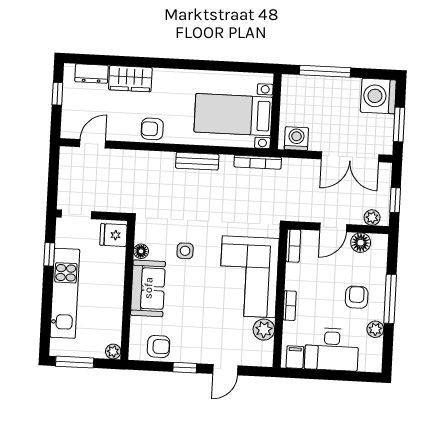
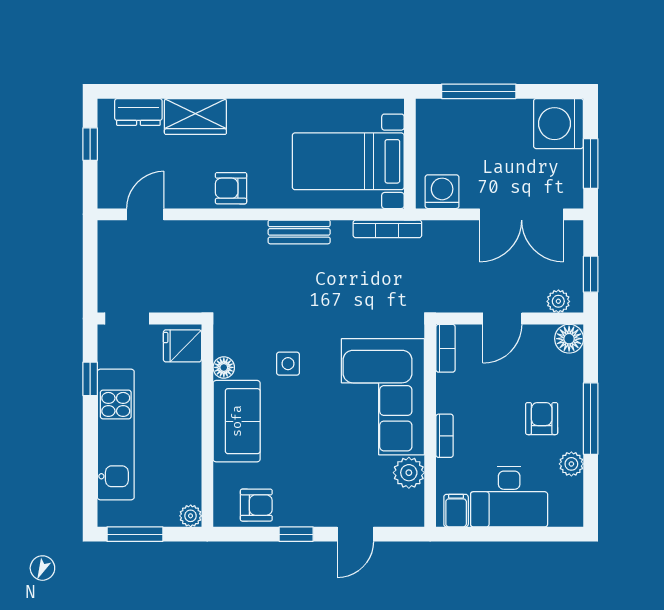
floor lamp: (361, 243) -> (569, 339), moved

